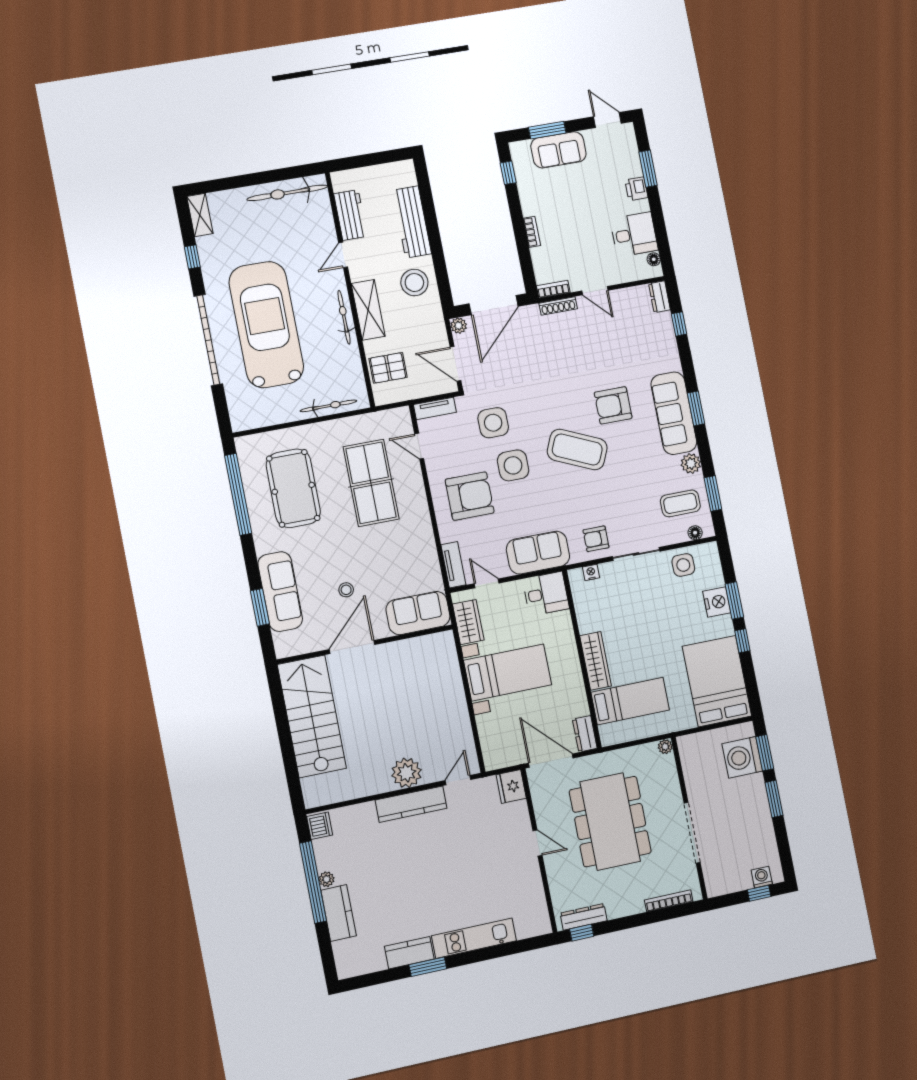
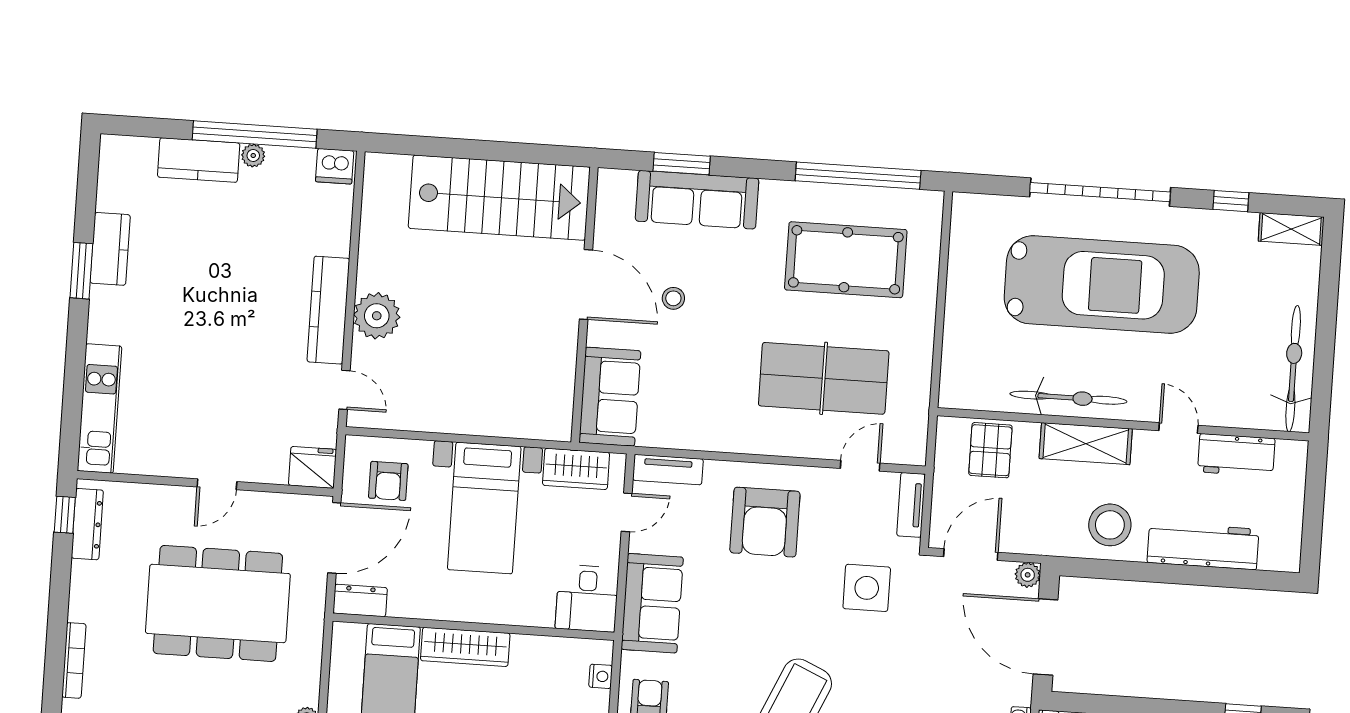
bicycle: (344, 317) -> (1068, 398), width x1.37, depth x1.40
bicycle: (328, 406) -> (956, 345), removed
side table: (513, 465) -> (794, 601), removed
armchair: (507, 737) -> (388, 481), added
kitchen unit: (474, 938) -> (99, 409), moved

